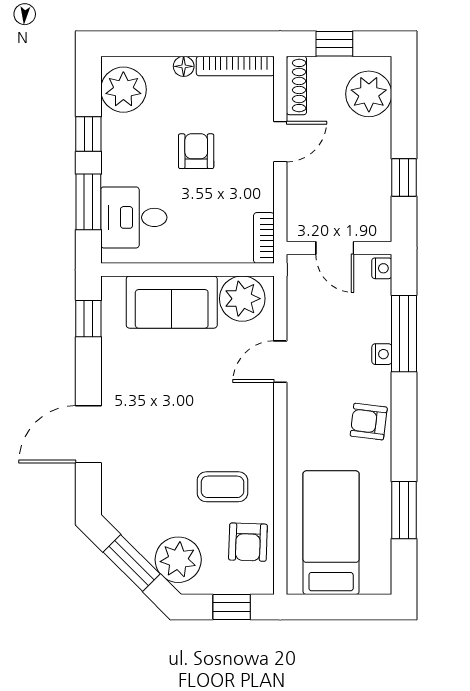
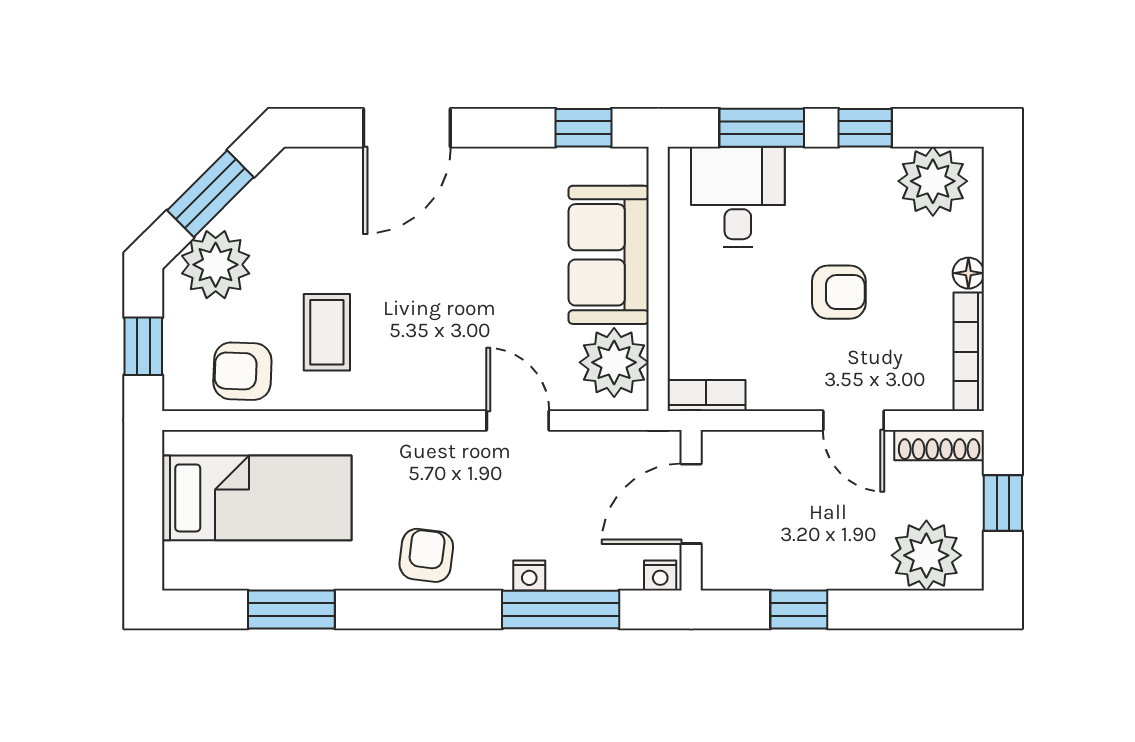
door: (335, 248) -> (691, 504), width x1.38
door: (88, 434) -> (407, 128), swing flipped

